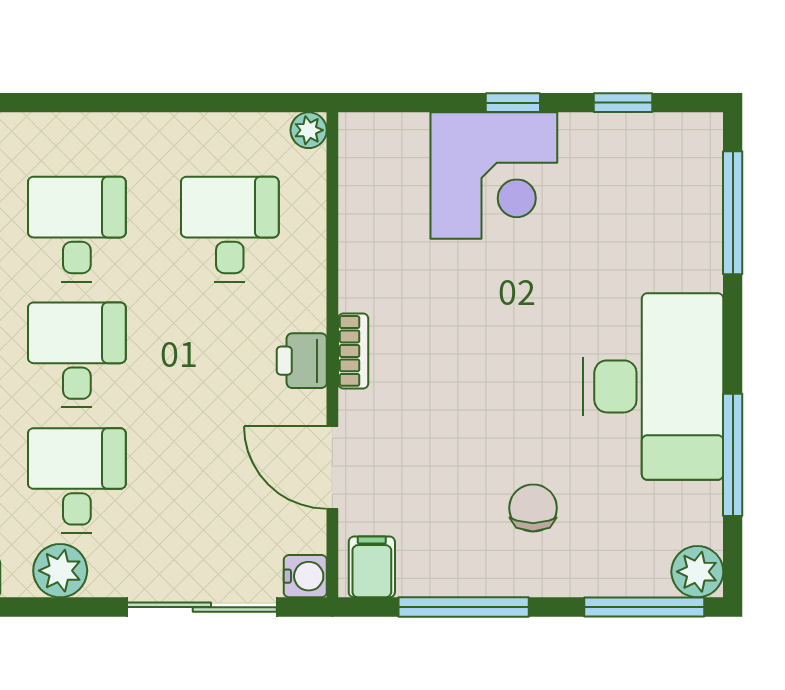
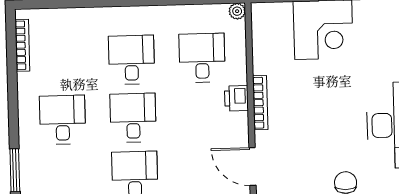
bookcase: (353, 351) -> (260, 103), width x1.56
printer: (302, 361) -> (236, 98), moved

